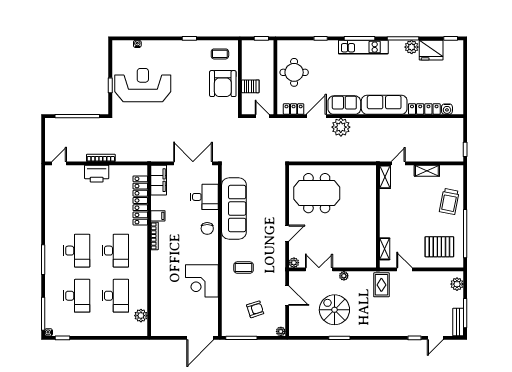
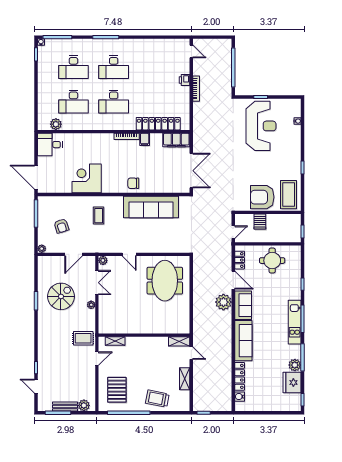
coffee table: (220, 54) -> (289, 195), width x1.86, depth x1.72
printer: (97, 174) -> (185, 80), width x0.53, depth x0.68
desk: (204, 197) -> (50, 145), moved, turned 90
bench: (458, 322) -> (65, 406), moved

